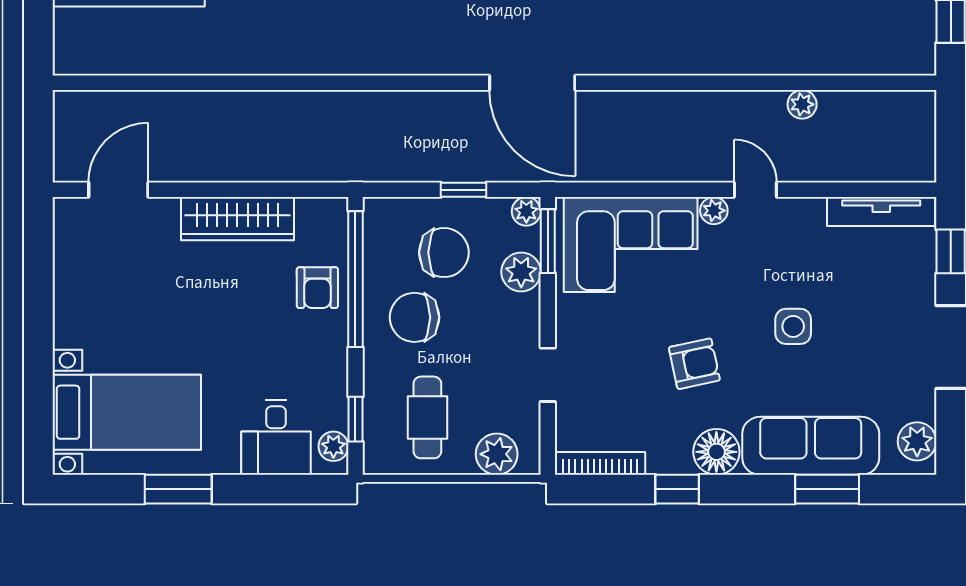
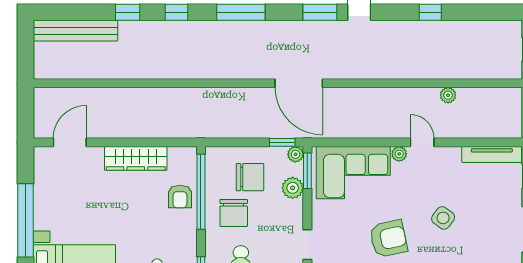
window: (463, 190) -> (282, 142), moved
chair: (414, 317) -> (234, 213), turned -90
side table: (793, 326) -> (443, 218), turned 37
window: (38, 331) -> (26, 220), added
armchair: (694, 364) -> (388, 239), width x1.38, depth x1.38

